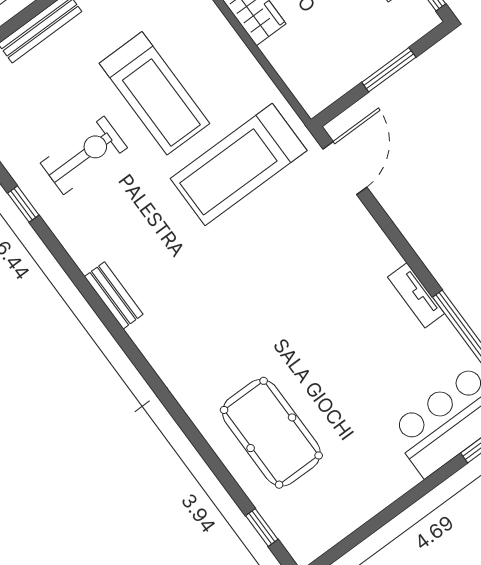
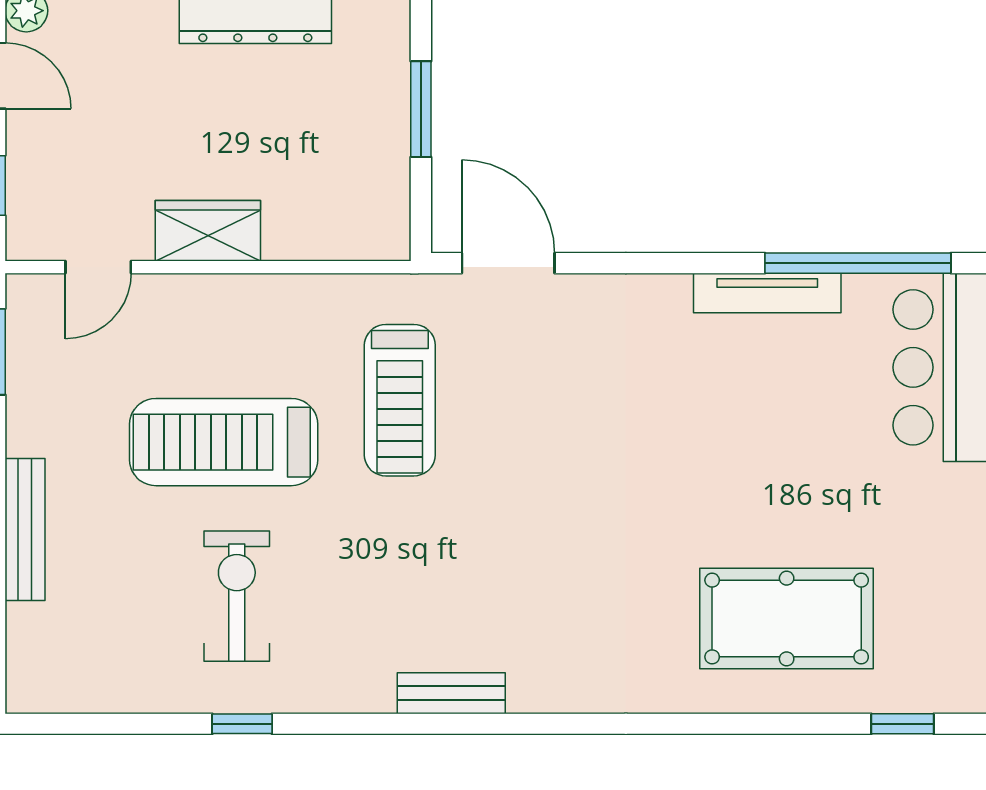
treadmill: (154, 93) -> (224, 442), turned 180
treadmill: (239, 164) -> (400, 400), width x0.73, depth x0.73
tv unit: (416, 295) -> (767, 293), width x1.41

